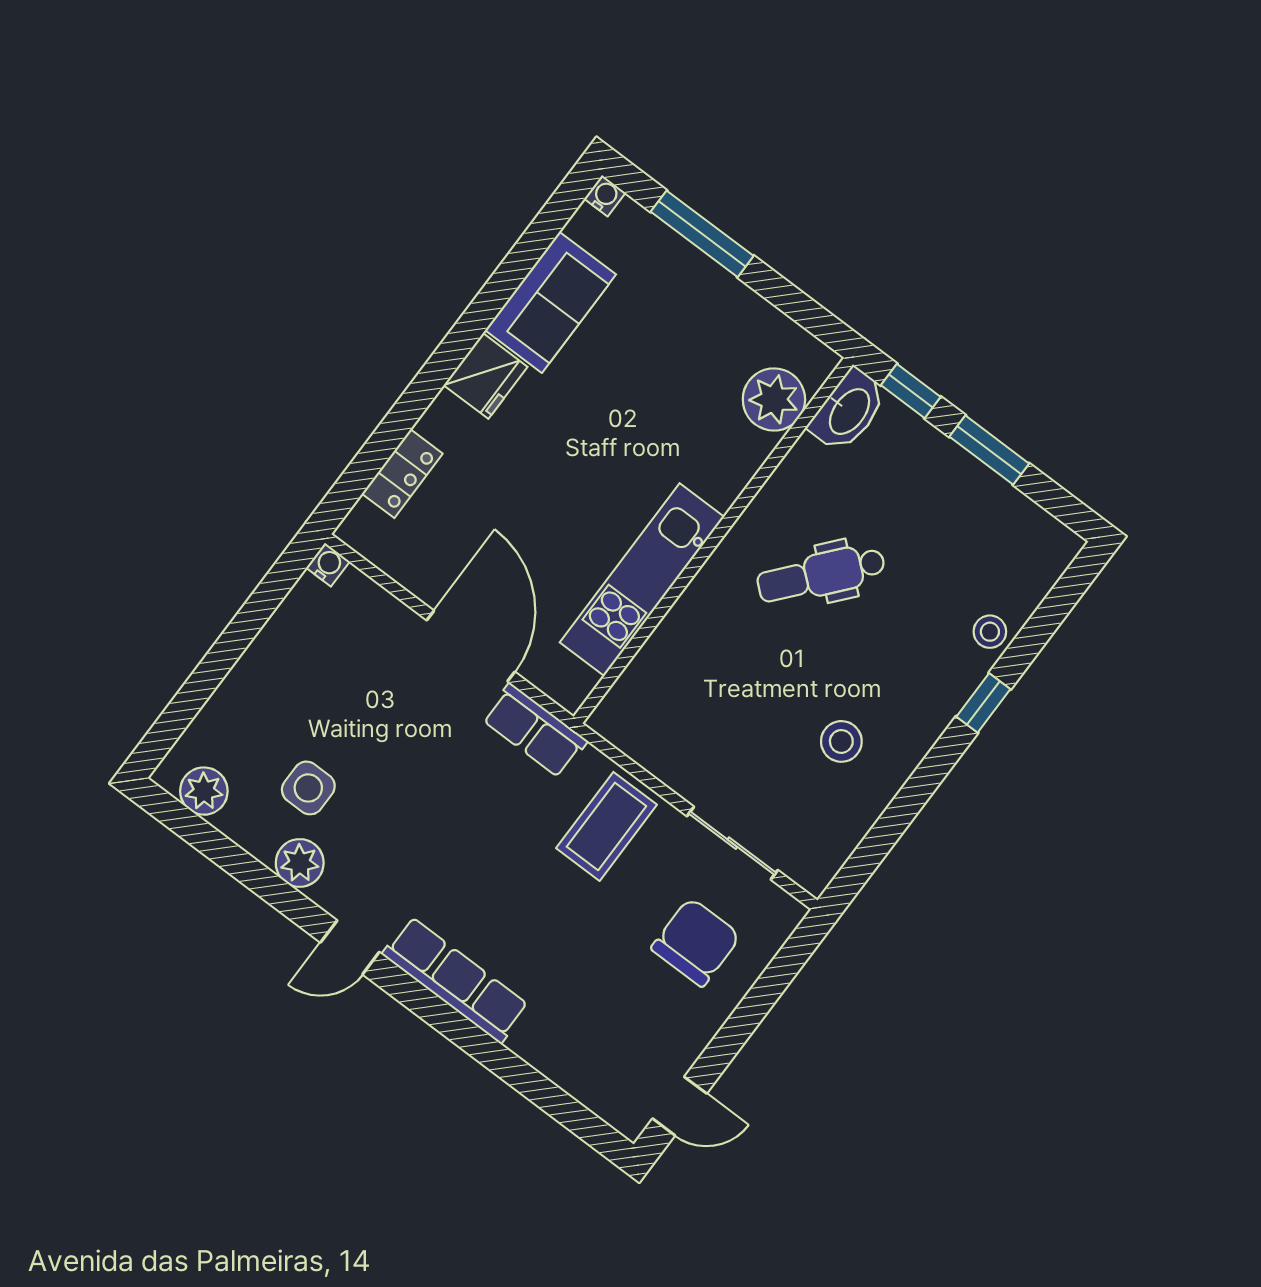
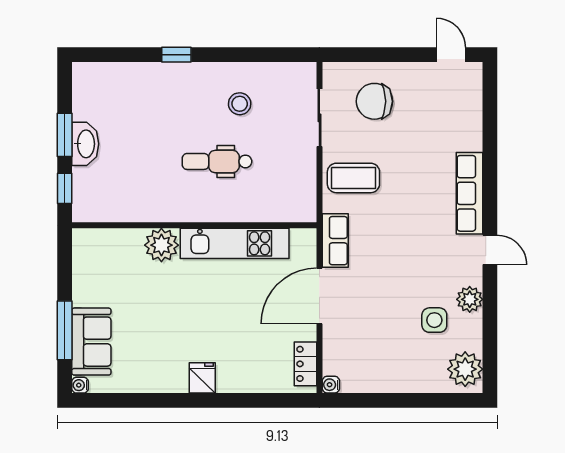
sofa: (551, 302) -> (91, 342), moved, turned 90
fridge: (486, 376) -> (202, 378), width x0.72
plant: (774, 399) -> (161, 245), moved
washbasin: (848, 411) -> (85, 144), moved, turned 90
locker: (402, 474) -> (305, 364), moved, turned -90
dental chair: (821, 574) -> (217, 161), moved, turned 140
stool: (990, 632) -> (143, 75), removed
plant: (204, 791) -> (465, 369), width x1.36, depth x1.36

